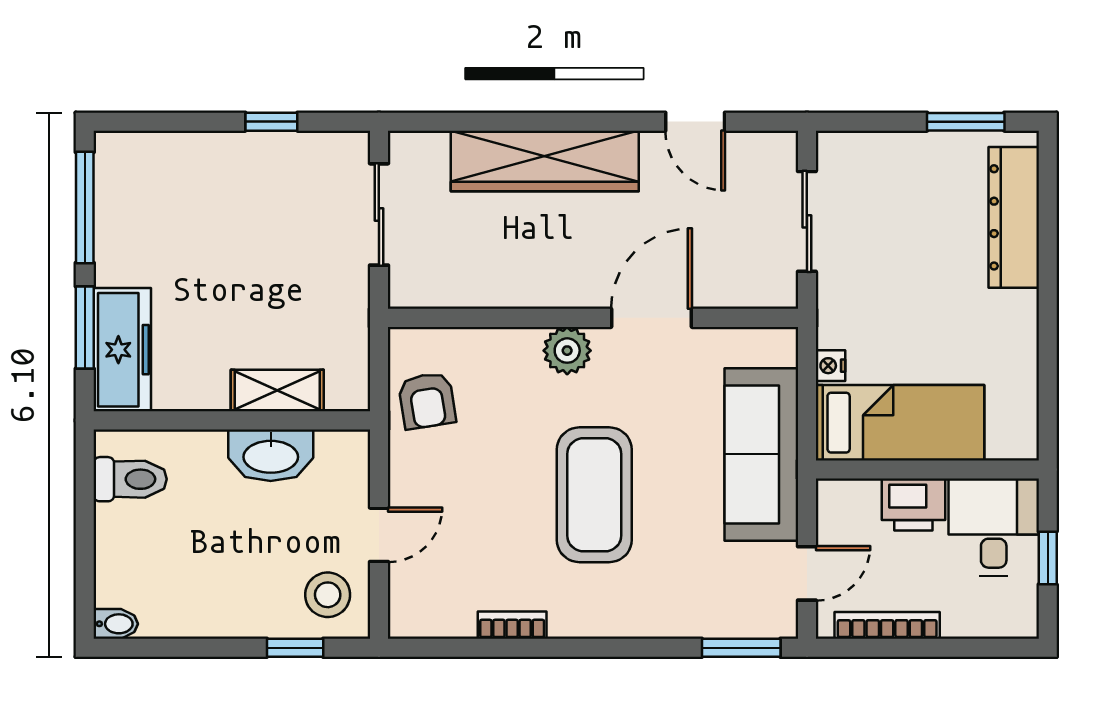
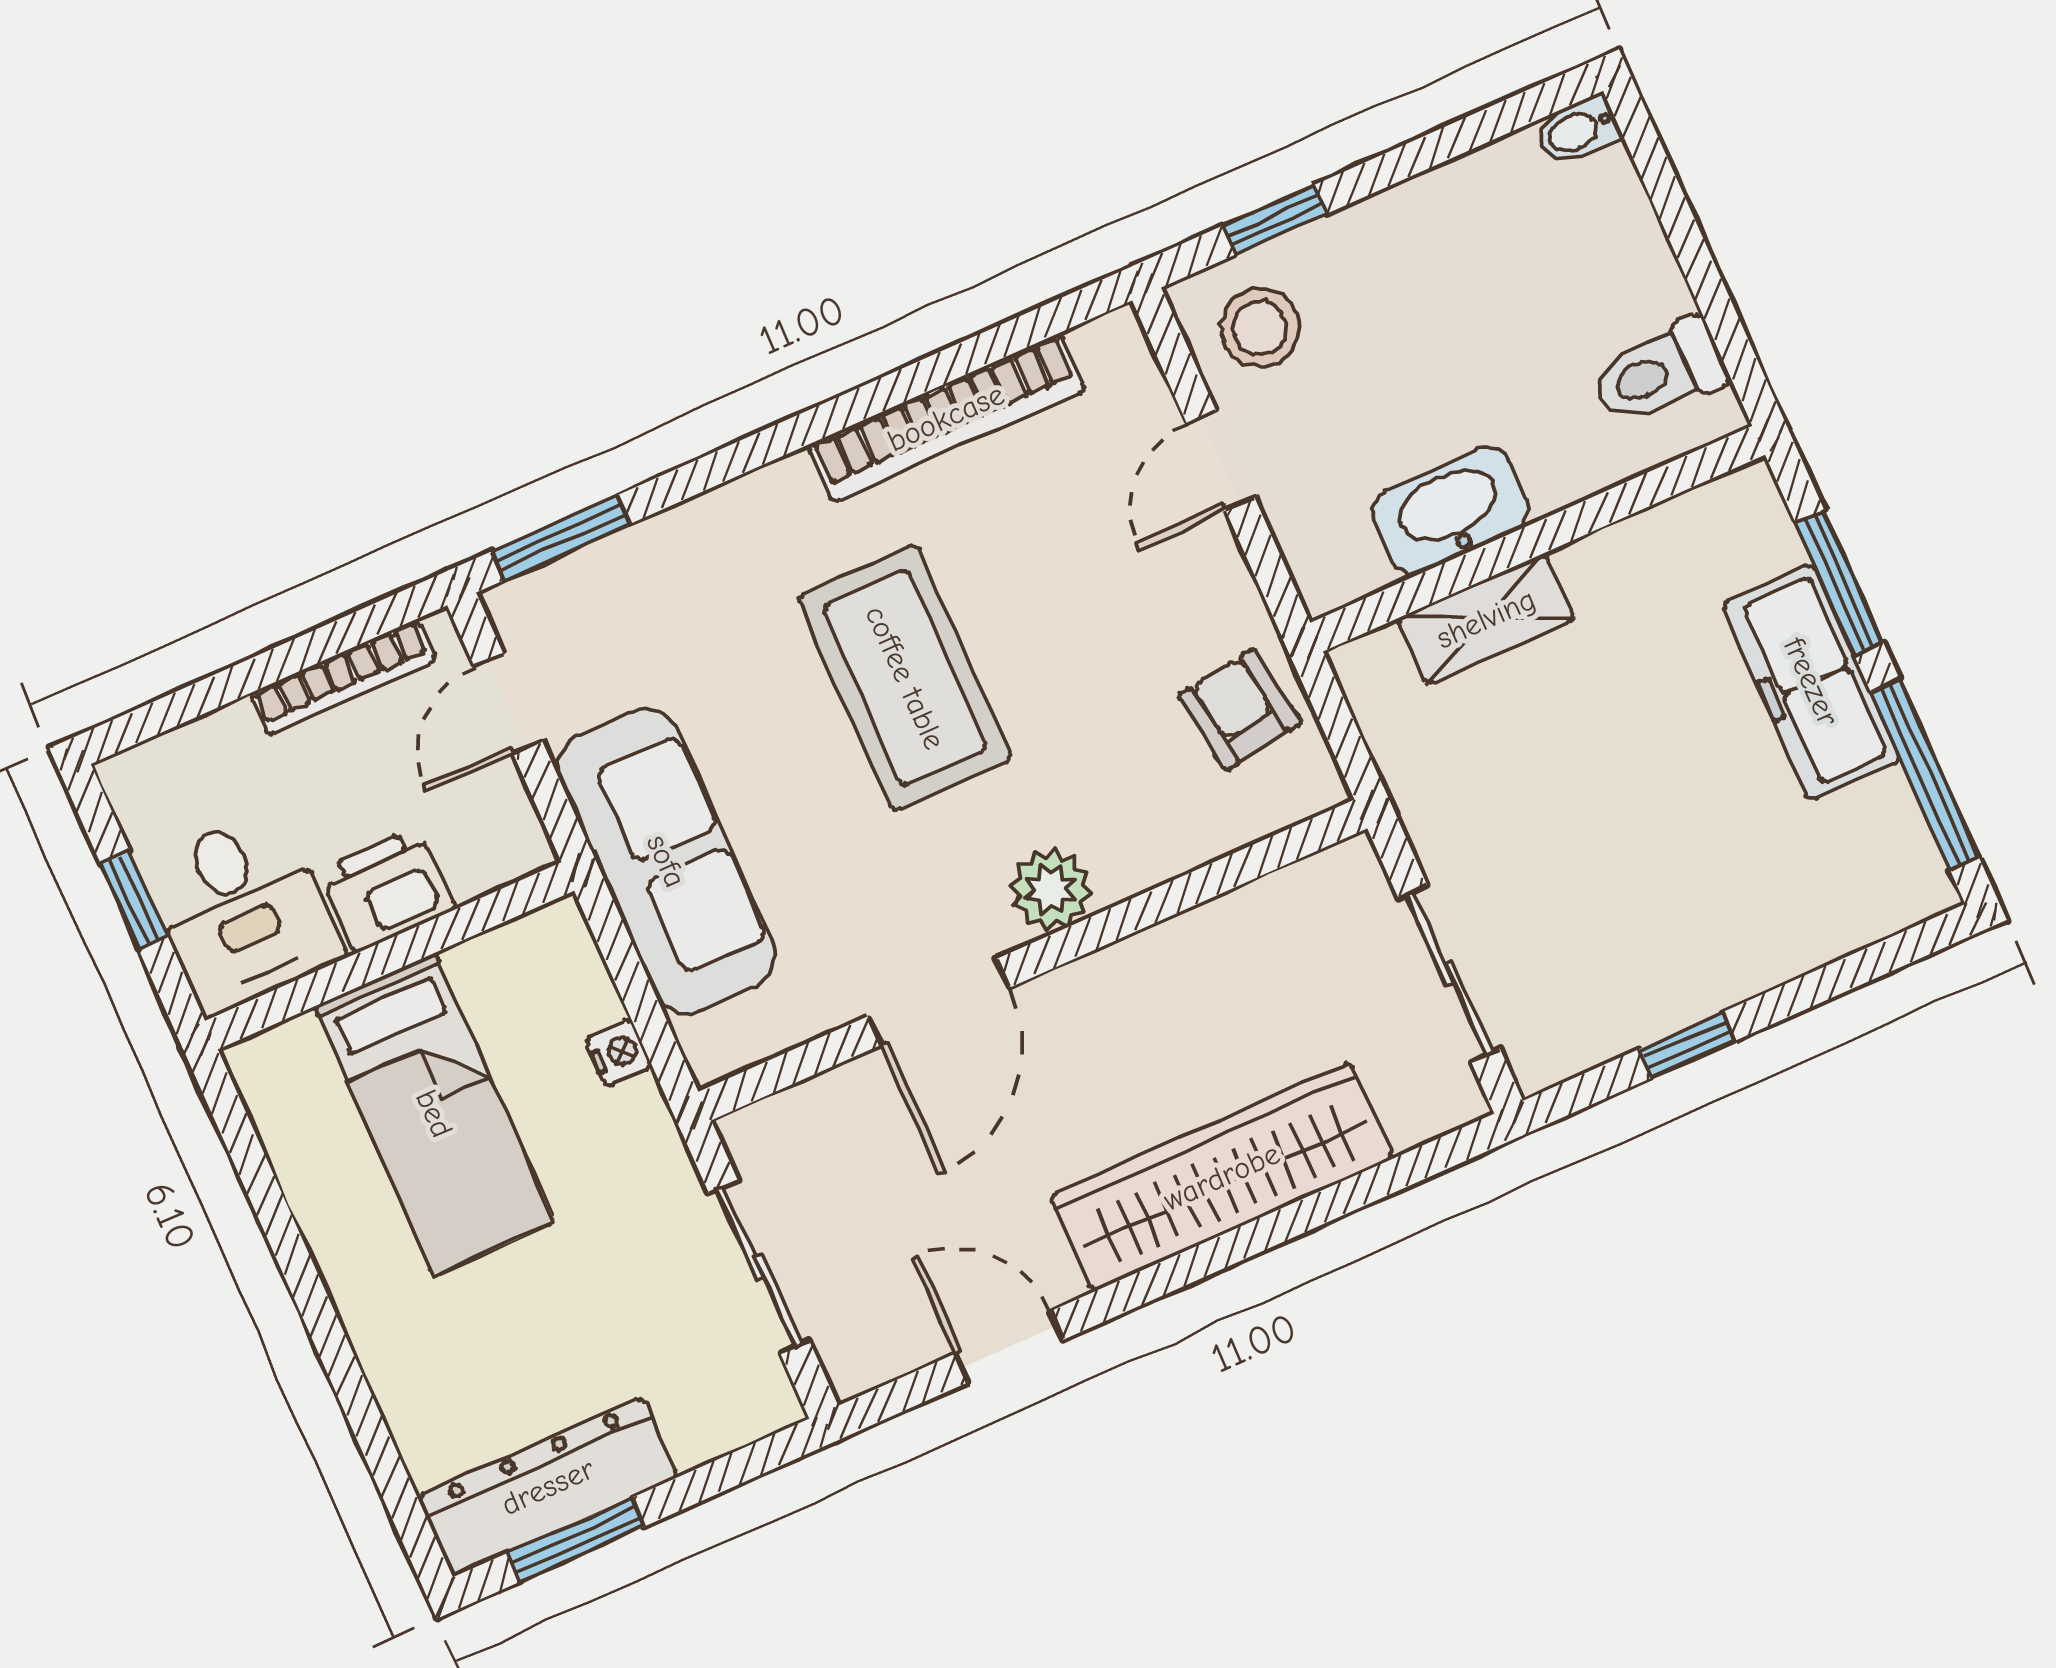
dresser: (1014, 217) -> (548, 1487), moved, turned -90
freezer: (122, 350) -> (1811, 682), moved
bed: (900, 423) -> (434, 1114), moved, turned -90
bookcase: (512, 625) -> (946, 418), width x2.31, depth x1.31

